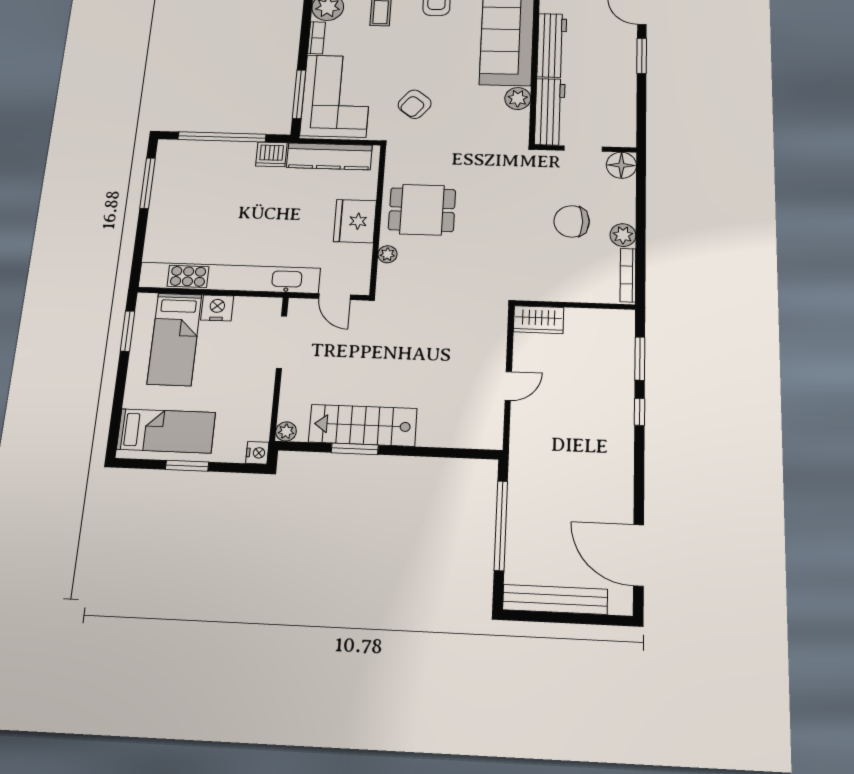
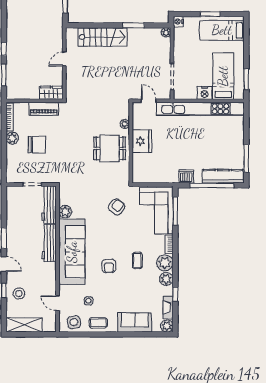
kitchen counter: (329, 156) -> (223, 176), moved
floor lamp: (621, 165) -> (13, 176), removed
piano: (556, 289) -> (44, 109), added
stairs: (363, 425) -> (103, 37), moved

